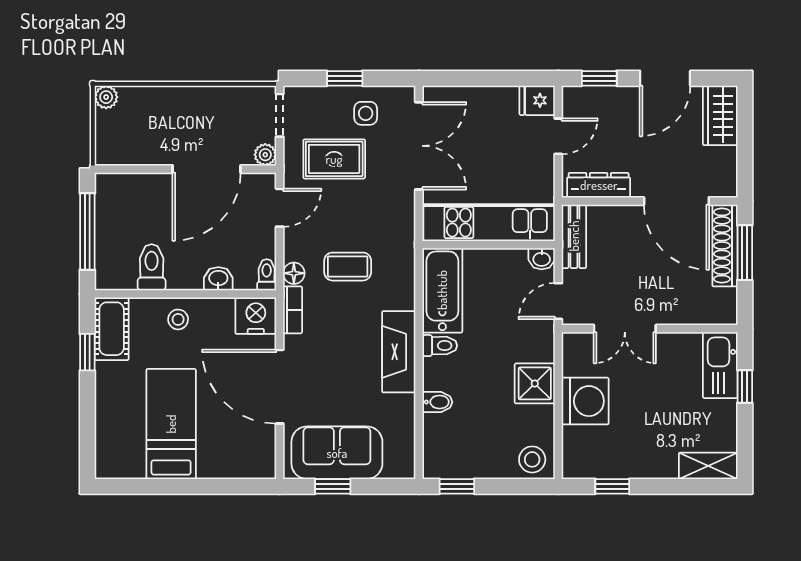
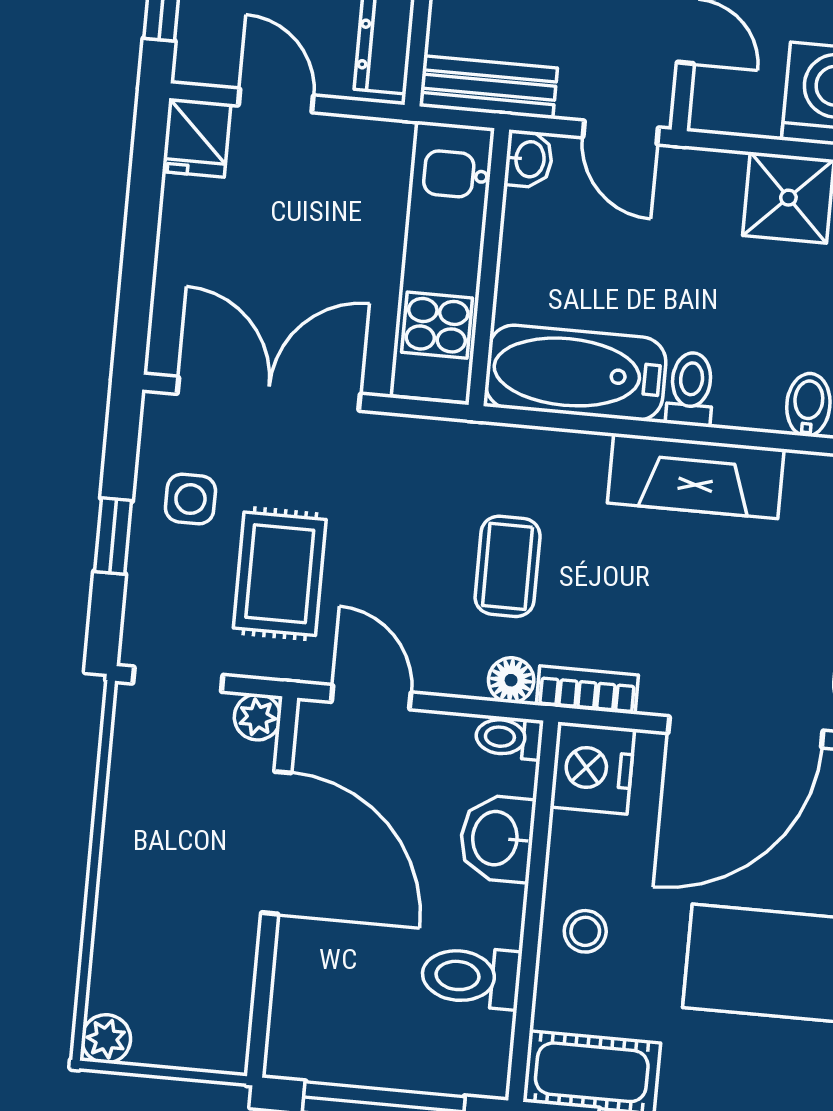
washbasin: (218, 279) -> (497, 838), width x1.38, depth x1.45

